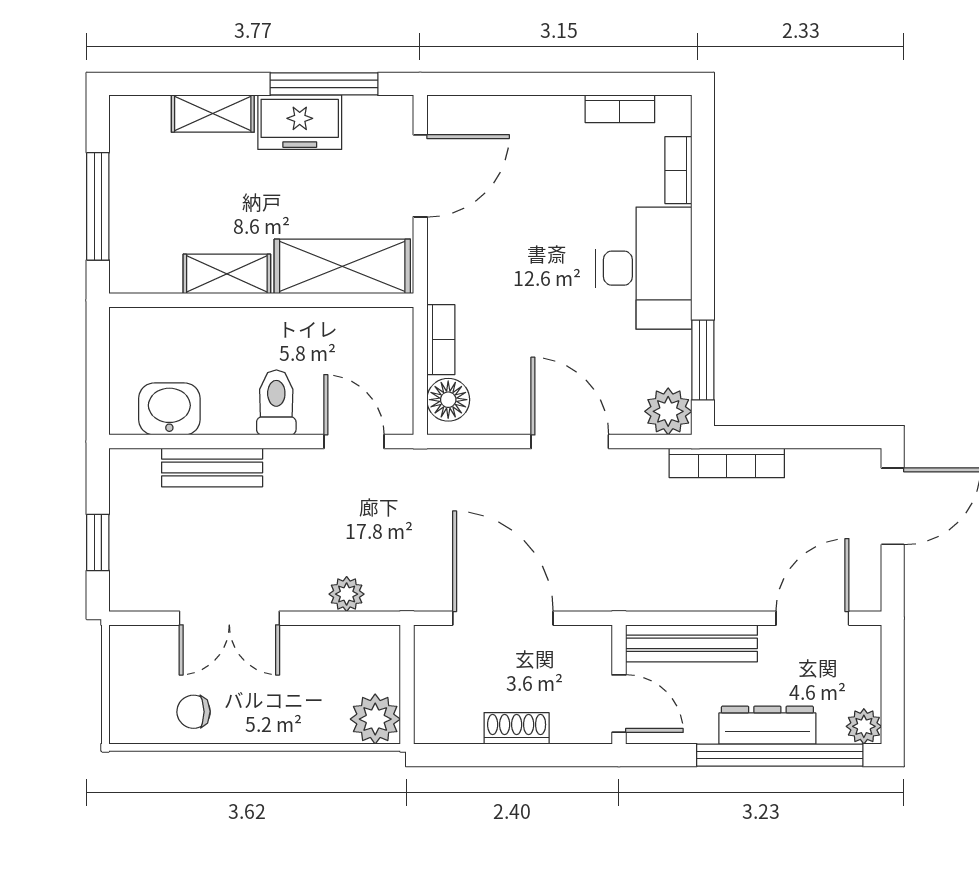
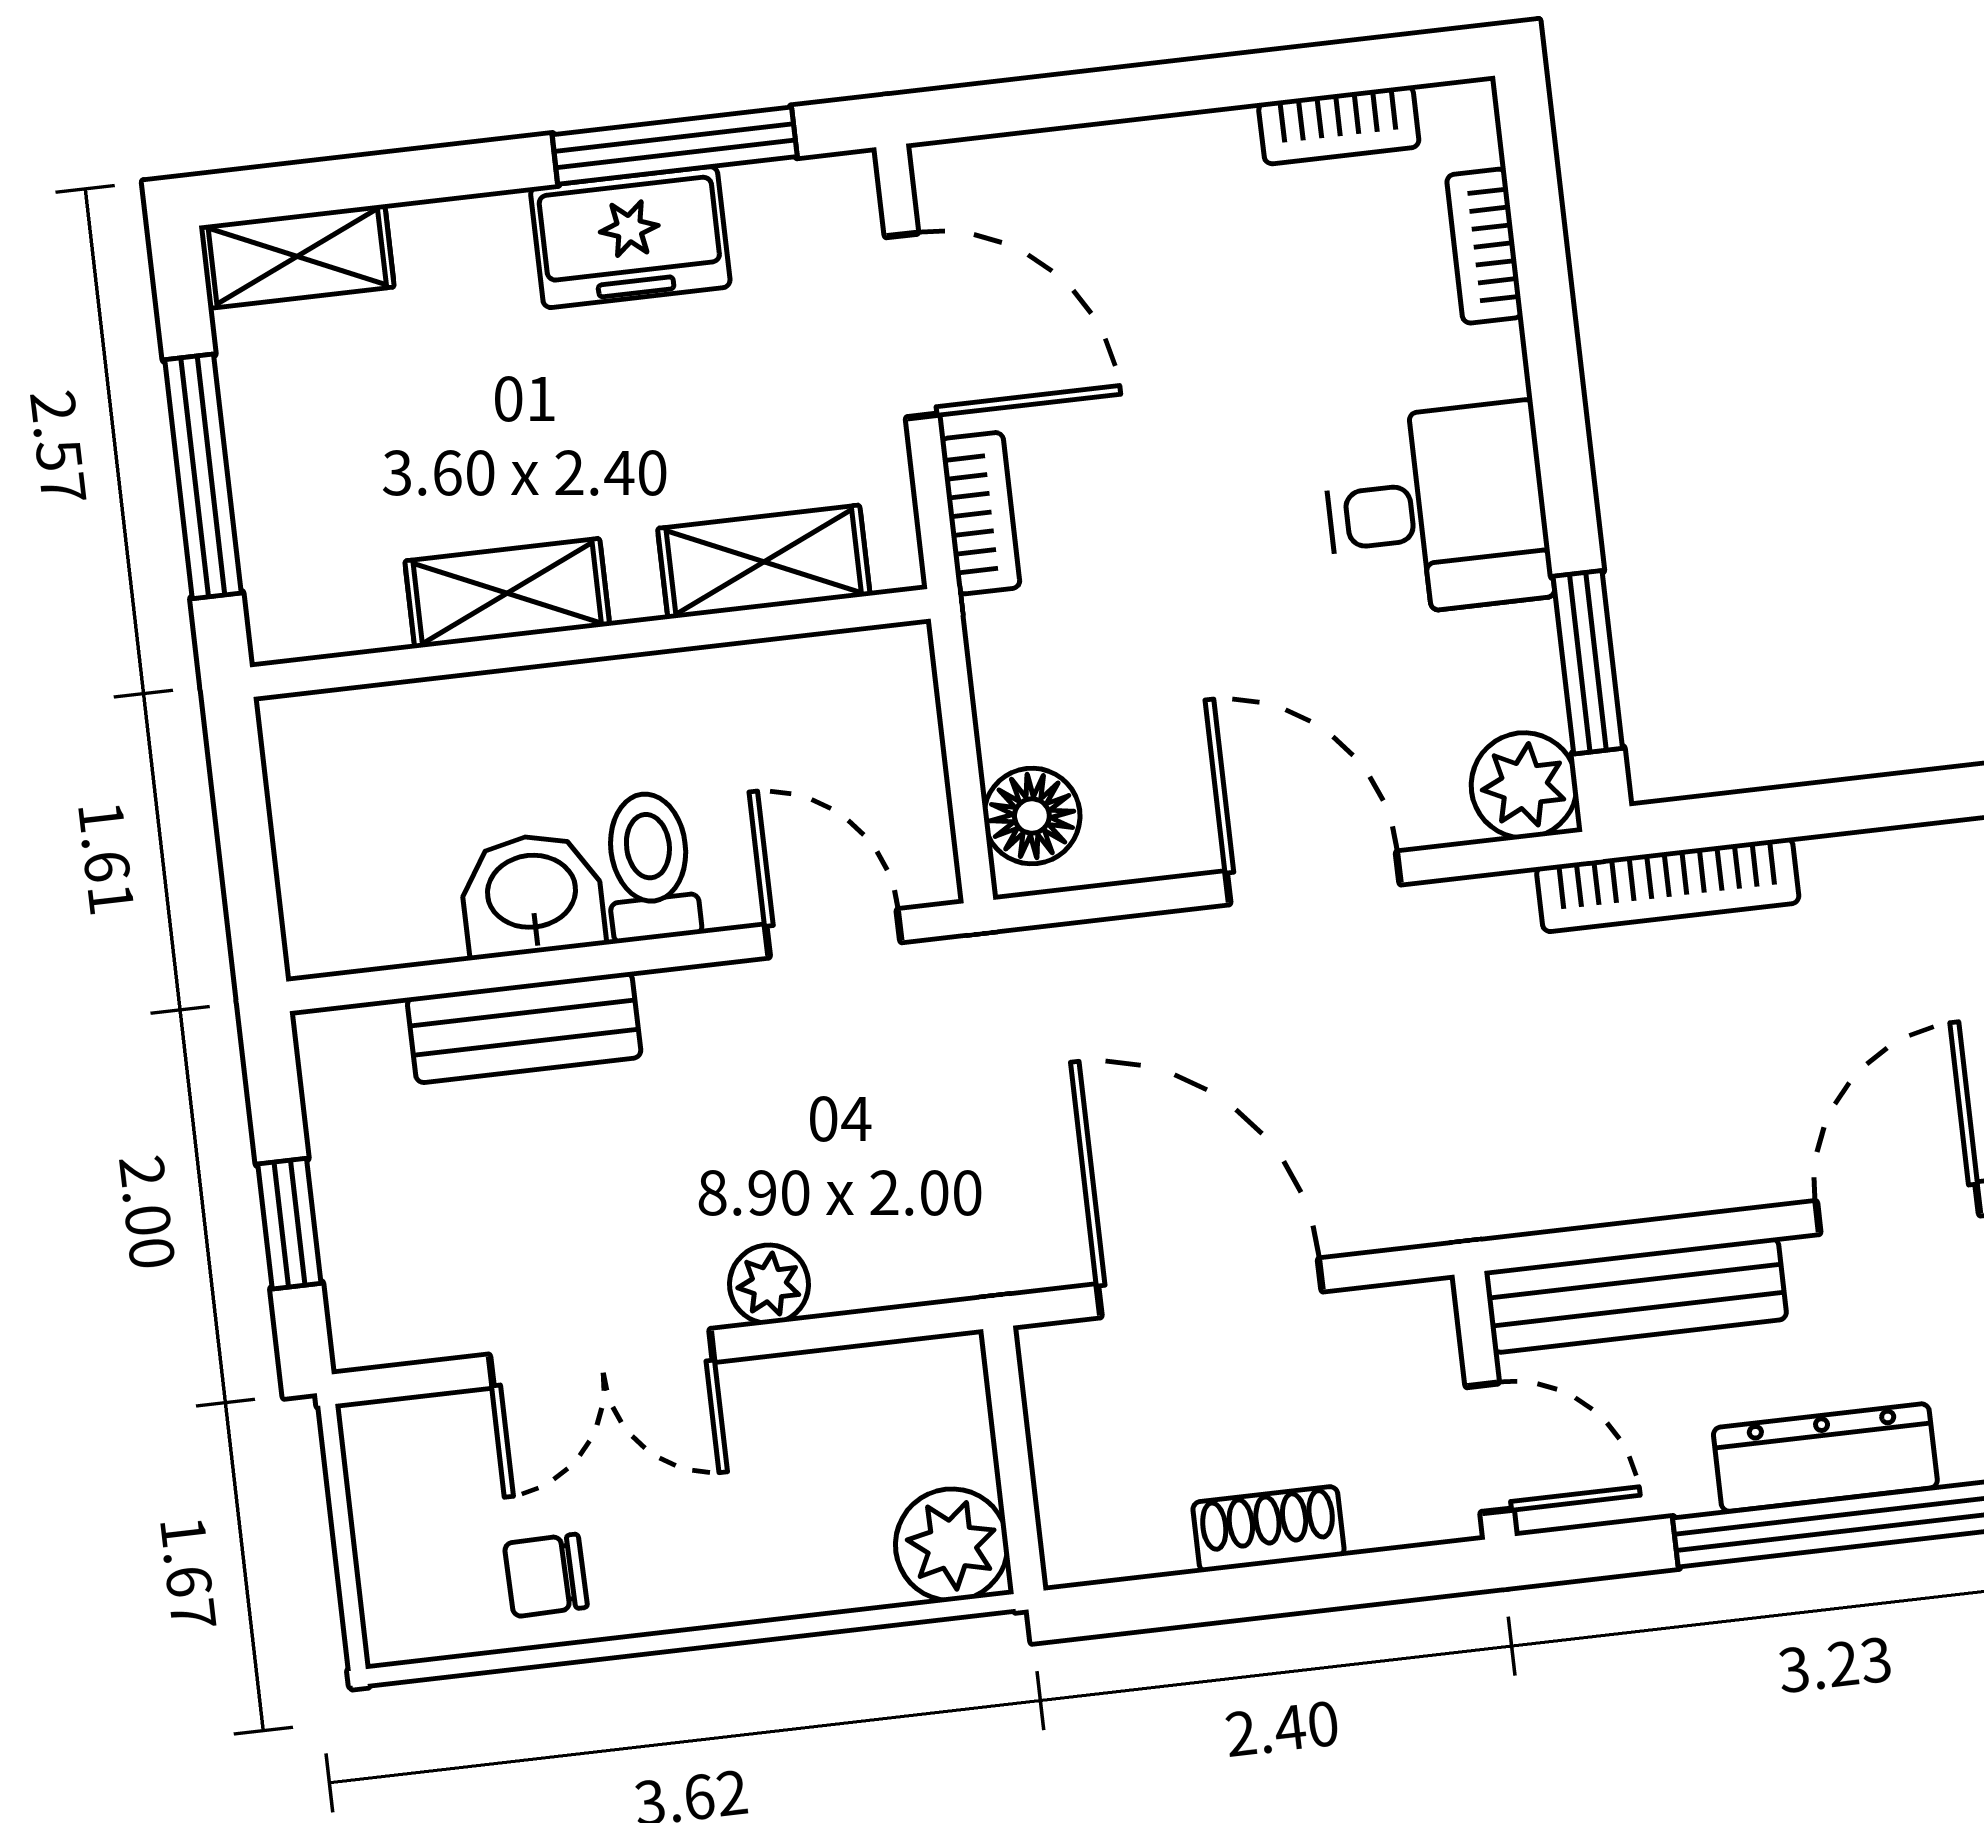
shelving: (213, 114) -> (297, 256), moved
door: (420, 176) -> (912, 325), hinge flipped
shelving: (342, 266) -> (764, 562), width x0.67, depth x0.75
desk: (644, 268) -> (1437, 510), width x0.73
bookcase: (441, 340) -> (980, 513), moved
washbasin: (169, 409) -> (532, 895), moved
plant: (347, 594) -> (769, 1284), moved

